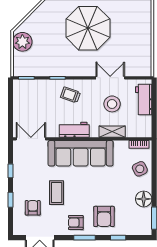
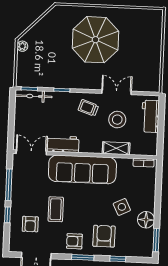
plant: (22, 42) -> (22, 46), width x0.53, depth x0.53
bicycle: (31, 85) -> (33, 96), added
trolley: (70, 95) -> (88, 108), moved
workbench: (74, 130) -> (63, 144), moved
side table: (140, 169) -> (122, 207), moved
window: (11, 171) -> (9, 185), width x2.17
armchair: (33, 208) -> (30, 224), turned 180
armchair: (104, 216) -> (104, 236), turned 180

